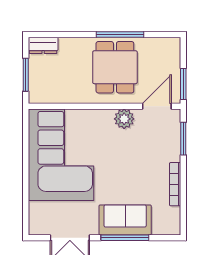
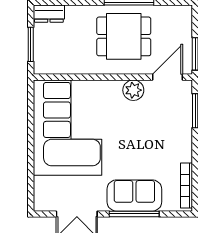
dining table: (115, 67) -> (124, 36), turned 90
bookcase: (175, 184) -> (186, 186), moved

